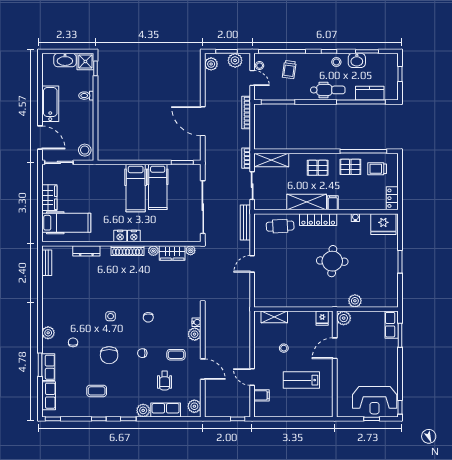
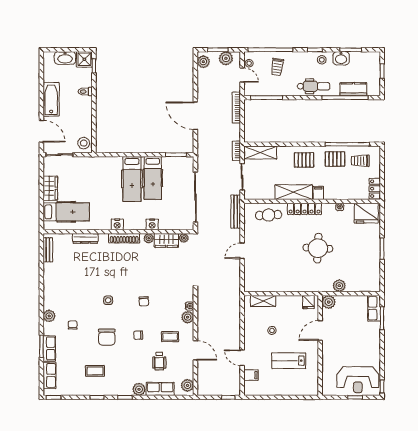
nightstand: (134, 236) -> (152, 224), moved

